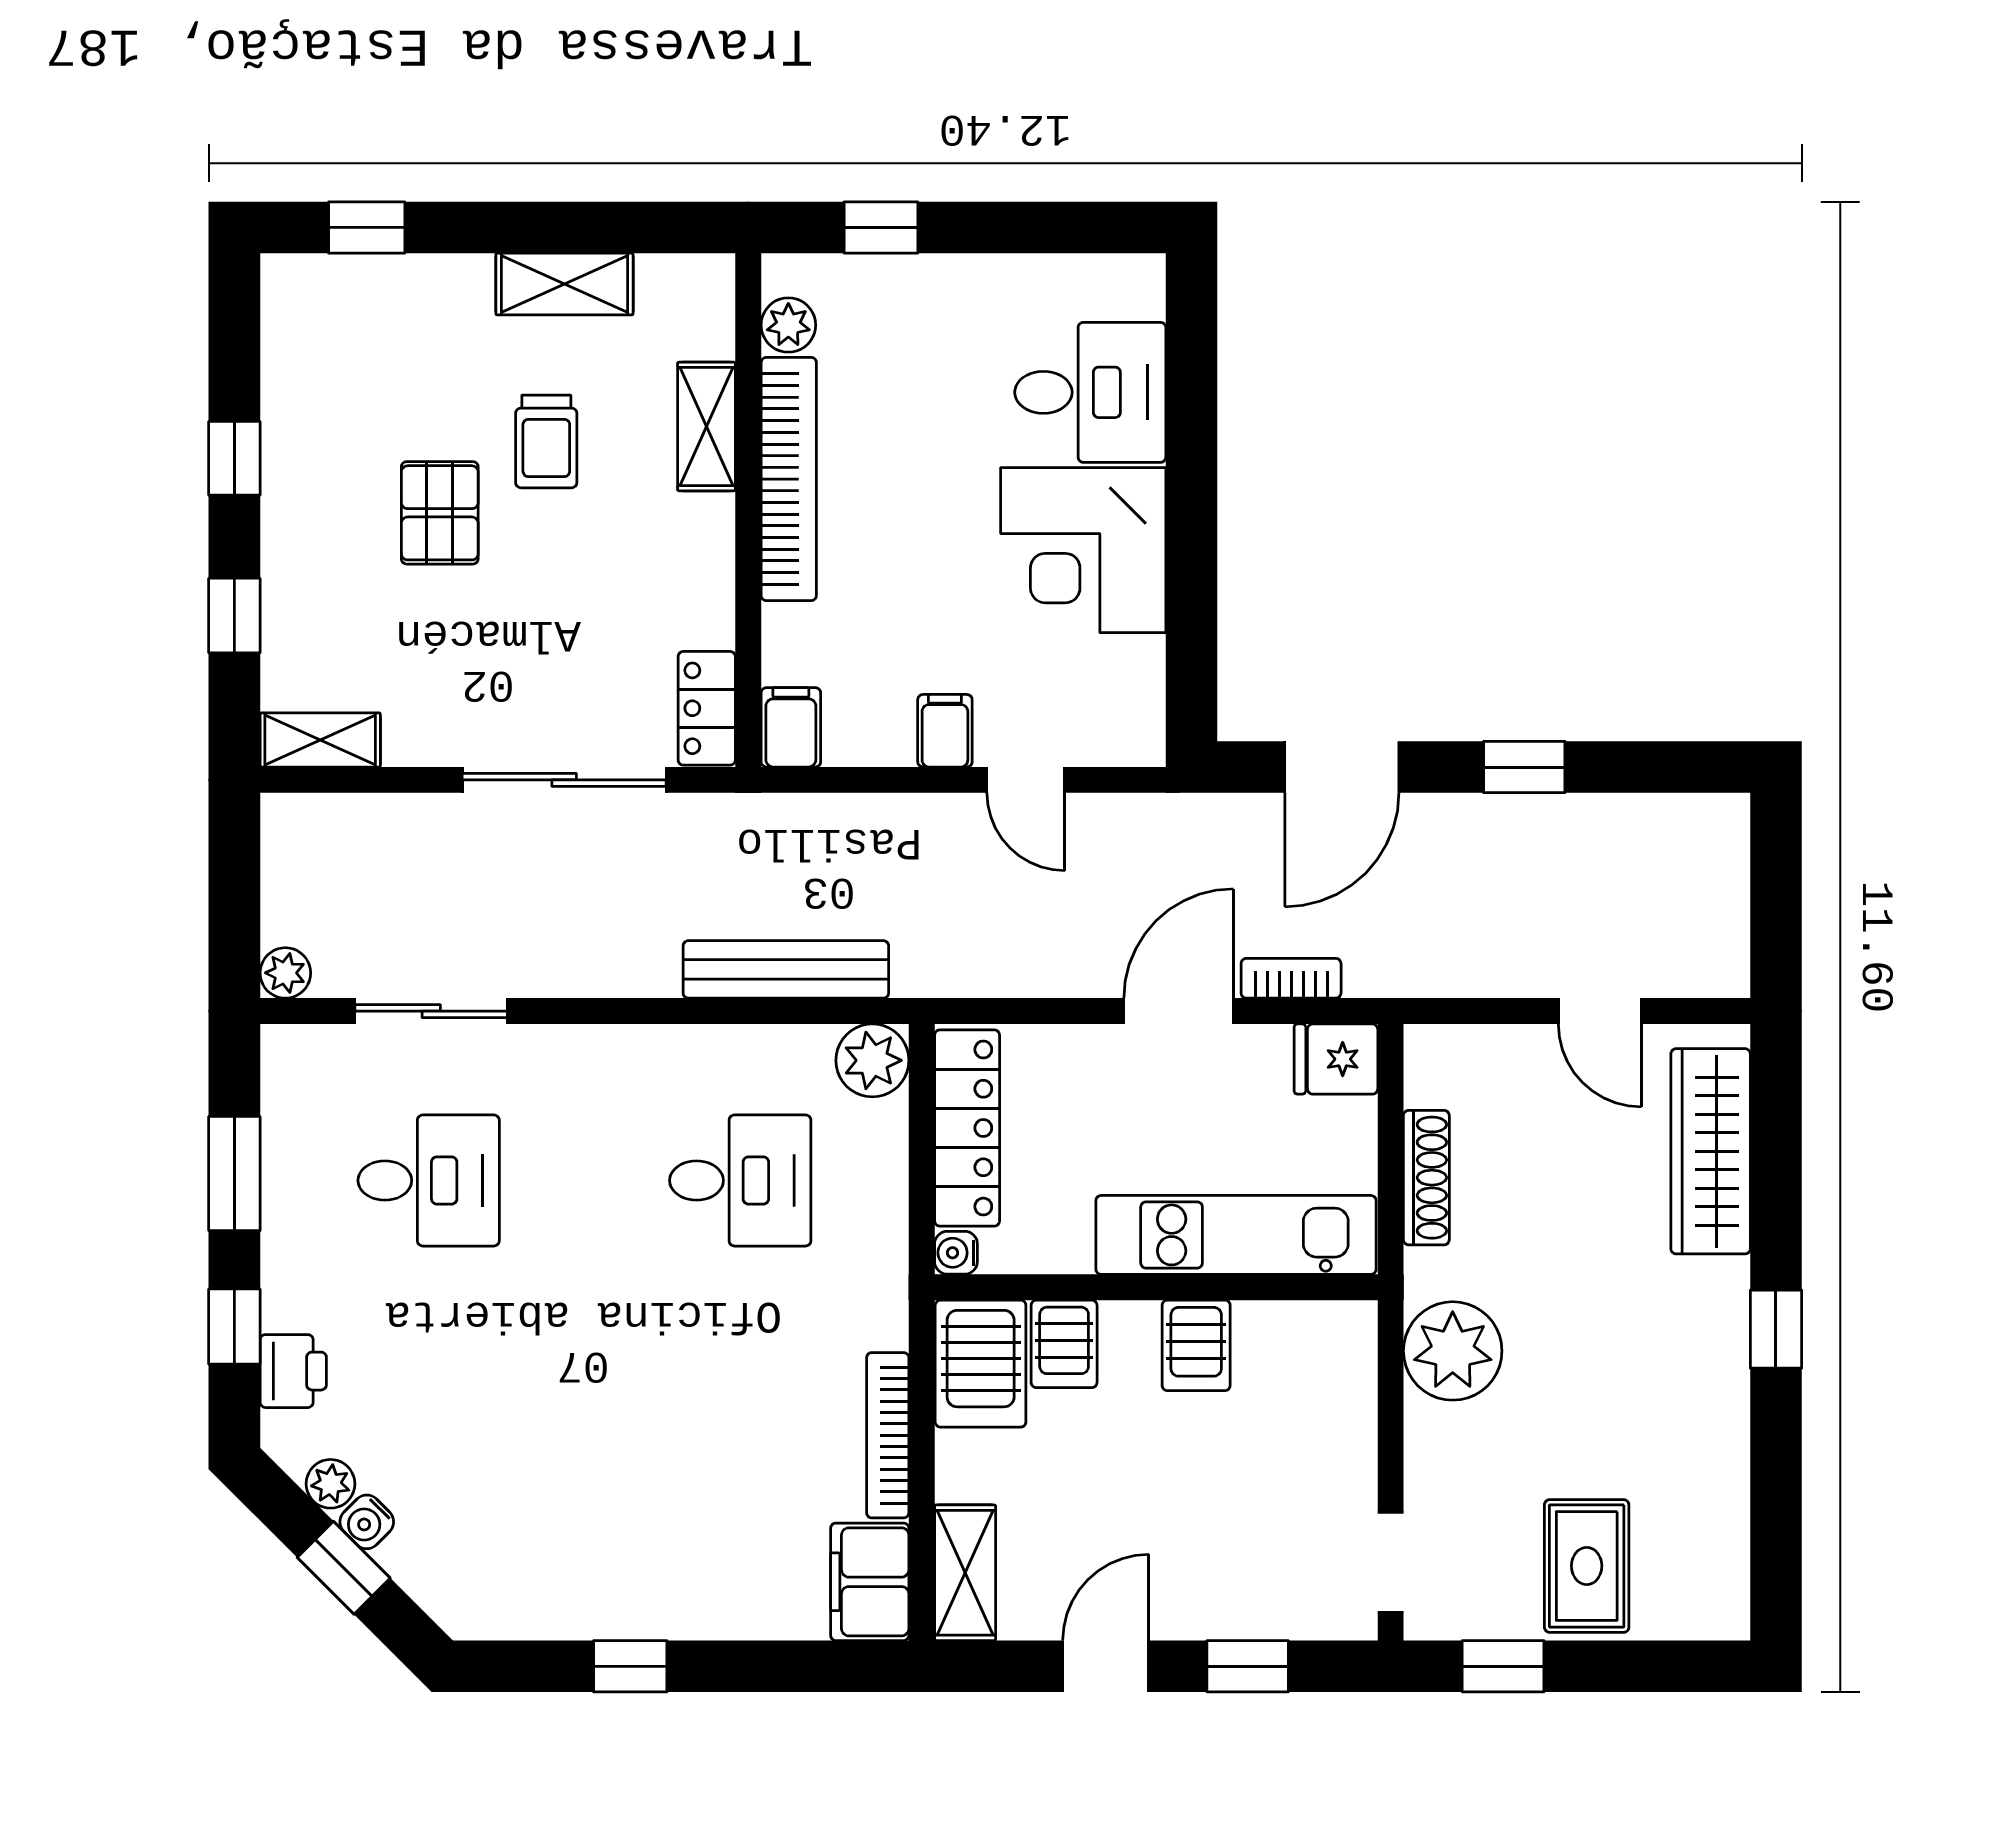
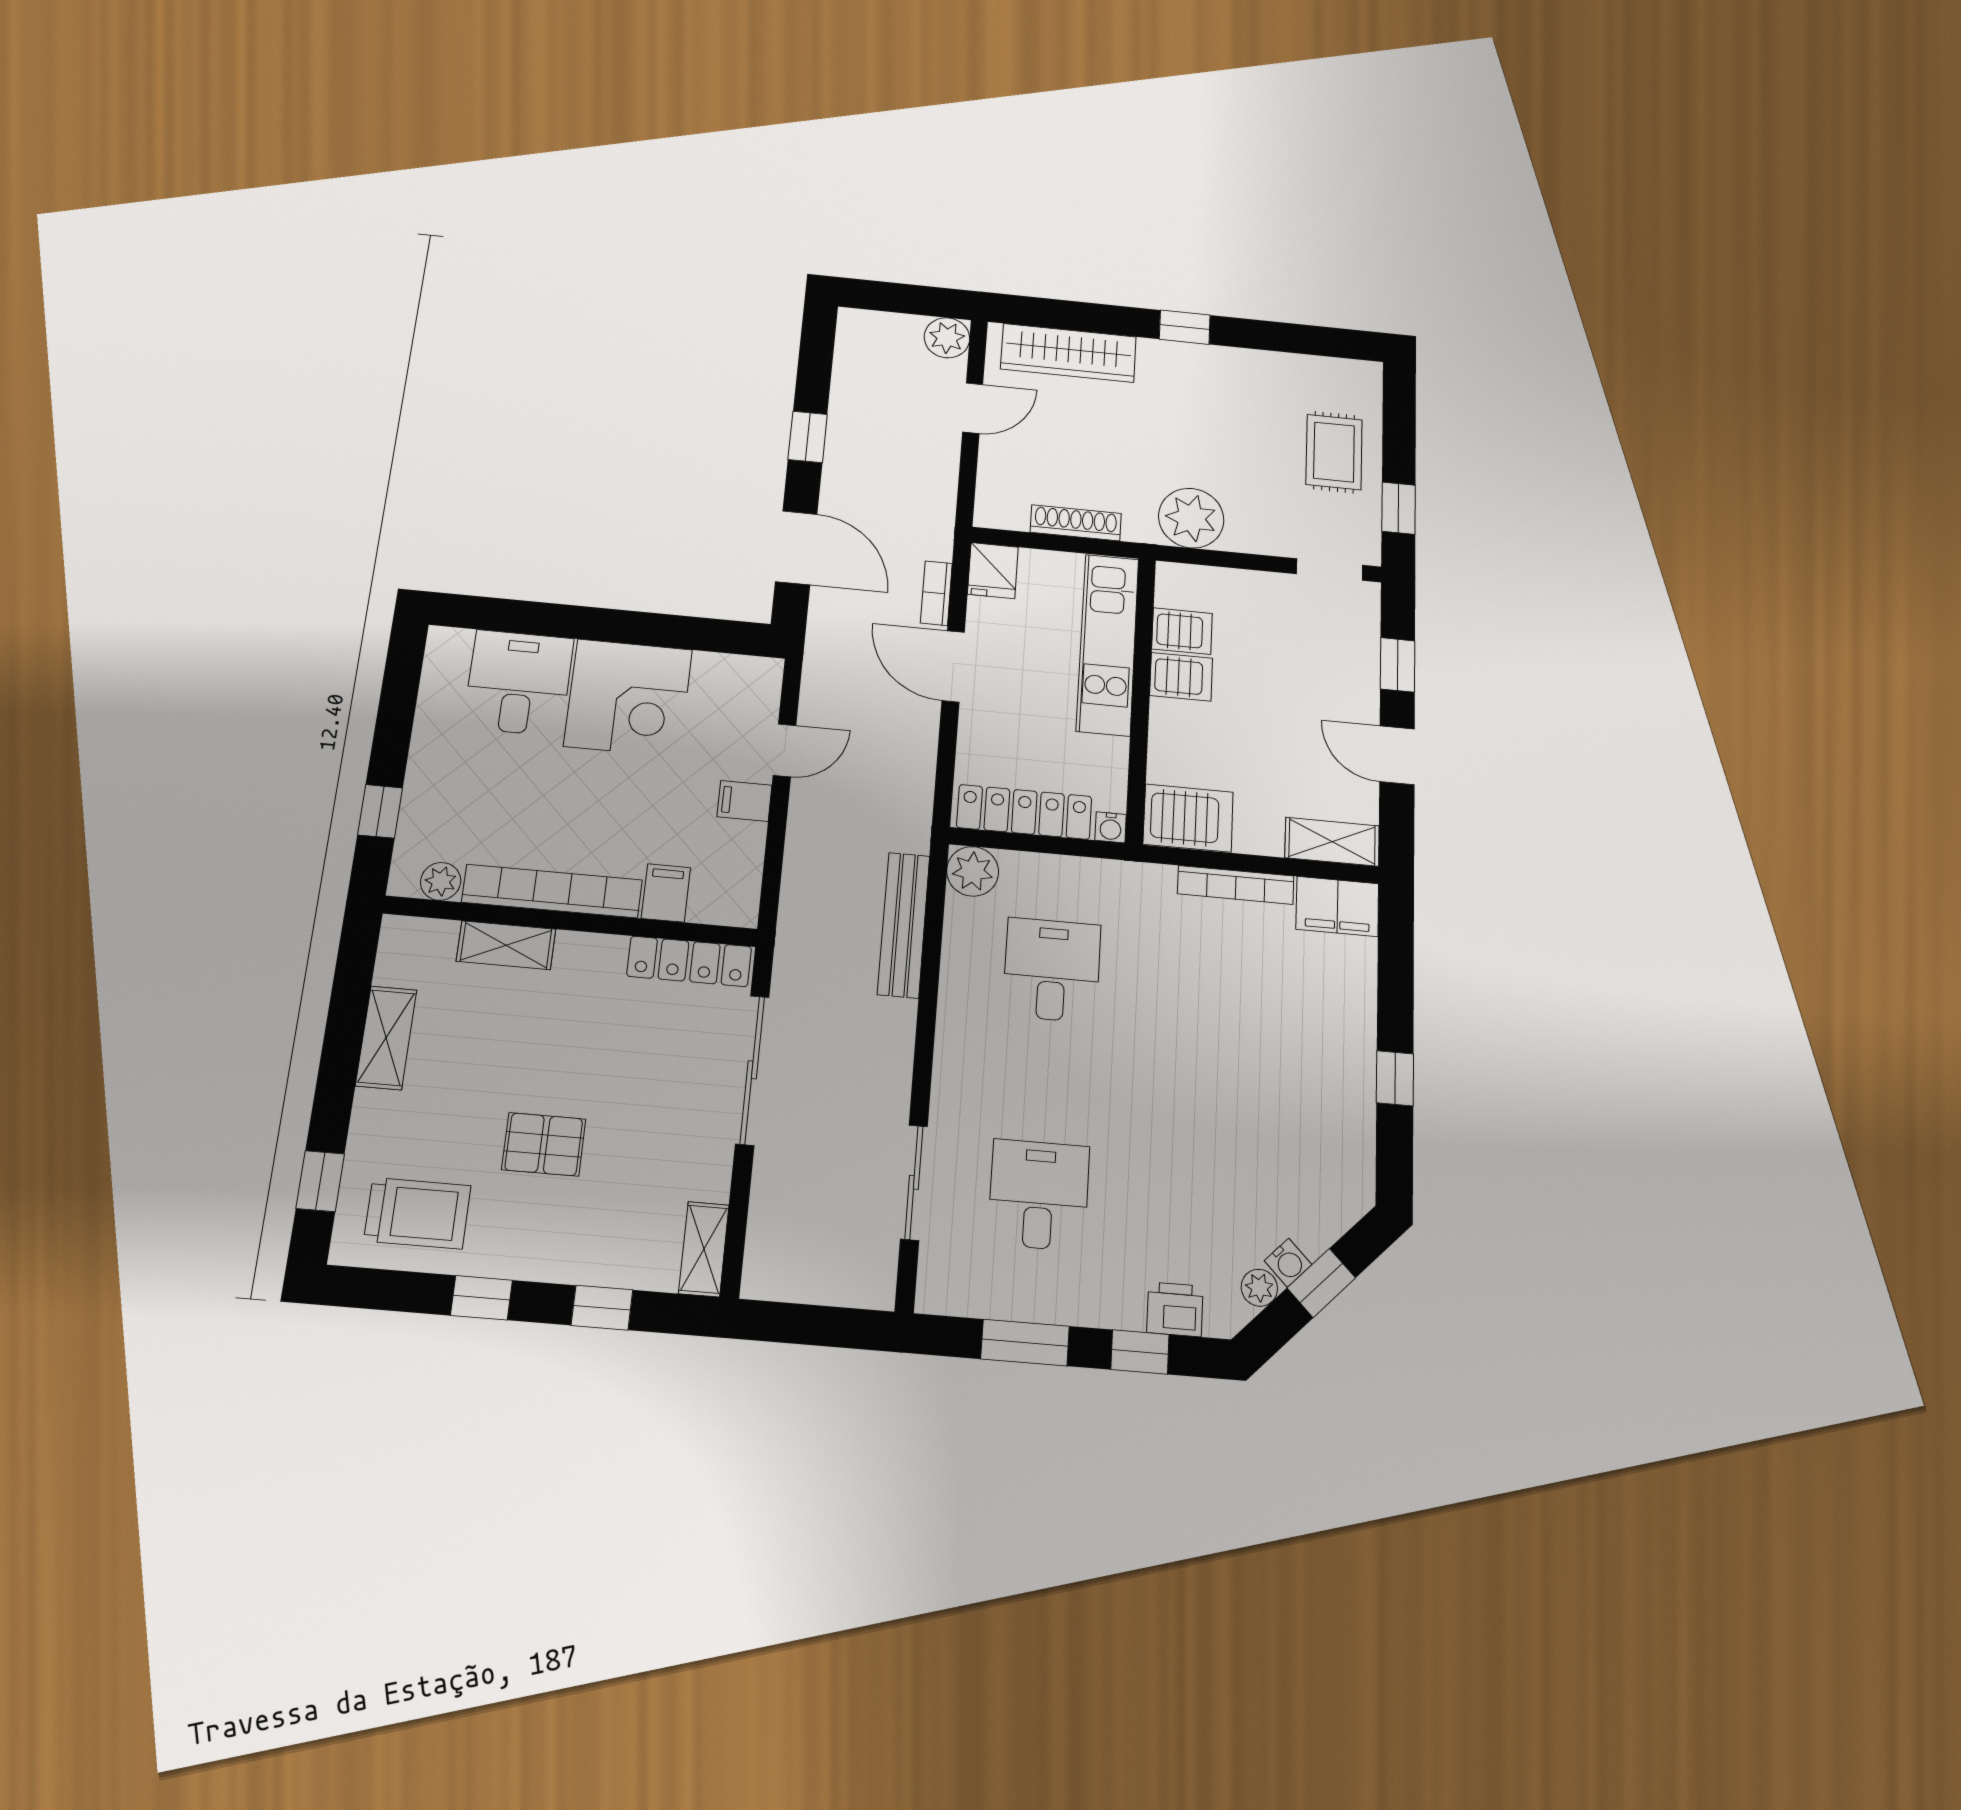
trolley: (546, 441) -> (417, 1213), moved, width x1.36, depth x1.39
locker: (707, 708) -> (689, 961), width x1.53
filing cabinet: (791, 727) -> (666, 893), moved, turned 90
plant: (285, 973) -> (947, 338), moved, width x1.38, depth x1.38
server rack: (1064, 1344) -> (1182, 631), moved
rug: (1587, 1566) -> (1334, 452), turned 90

